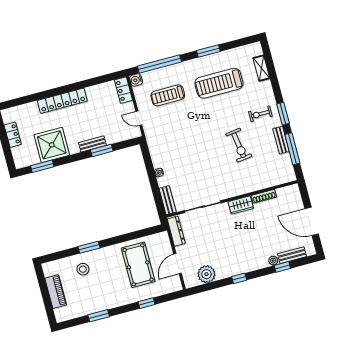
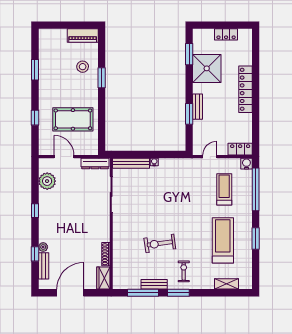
bench: (168, 200) -> (131, 163), width x1.36
wardrobe: (241, 205) -> (103, 278), moved
piano: (56, 292) -> (83, 36), moved

